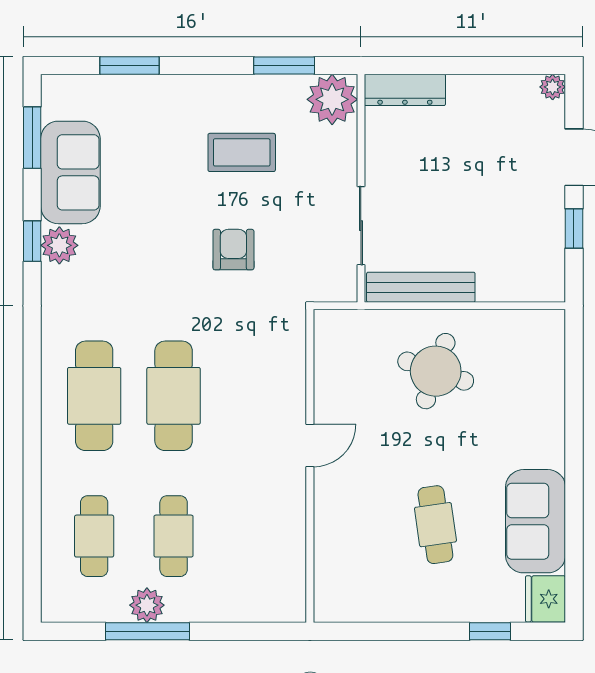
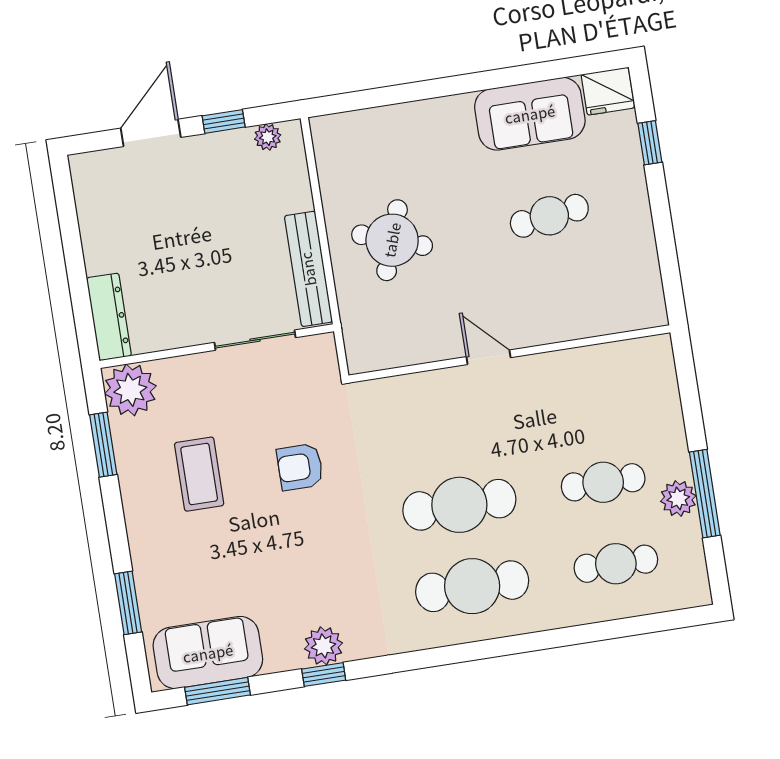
plant: (553, 87) -> (268, 137), moved
sofa: (70, 172) -> (208, 653), moved

